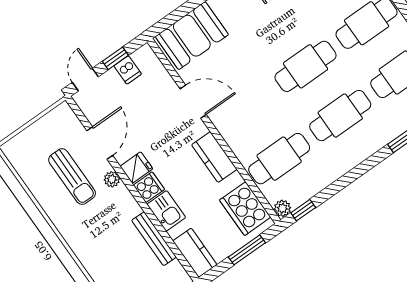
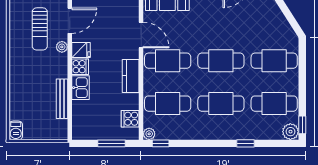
cafe table: (244, 109) -> (168, 61), added
cooker: (245, 209) -> (130, 119), width x0.53, depth x0.76
kitchen counter: (195, 253) -> (80, 124), removed

